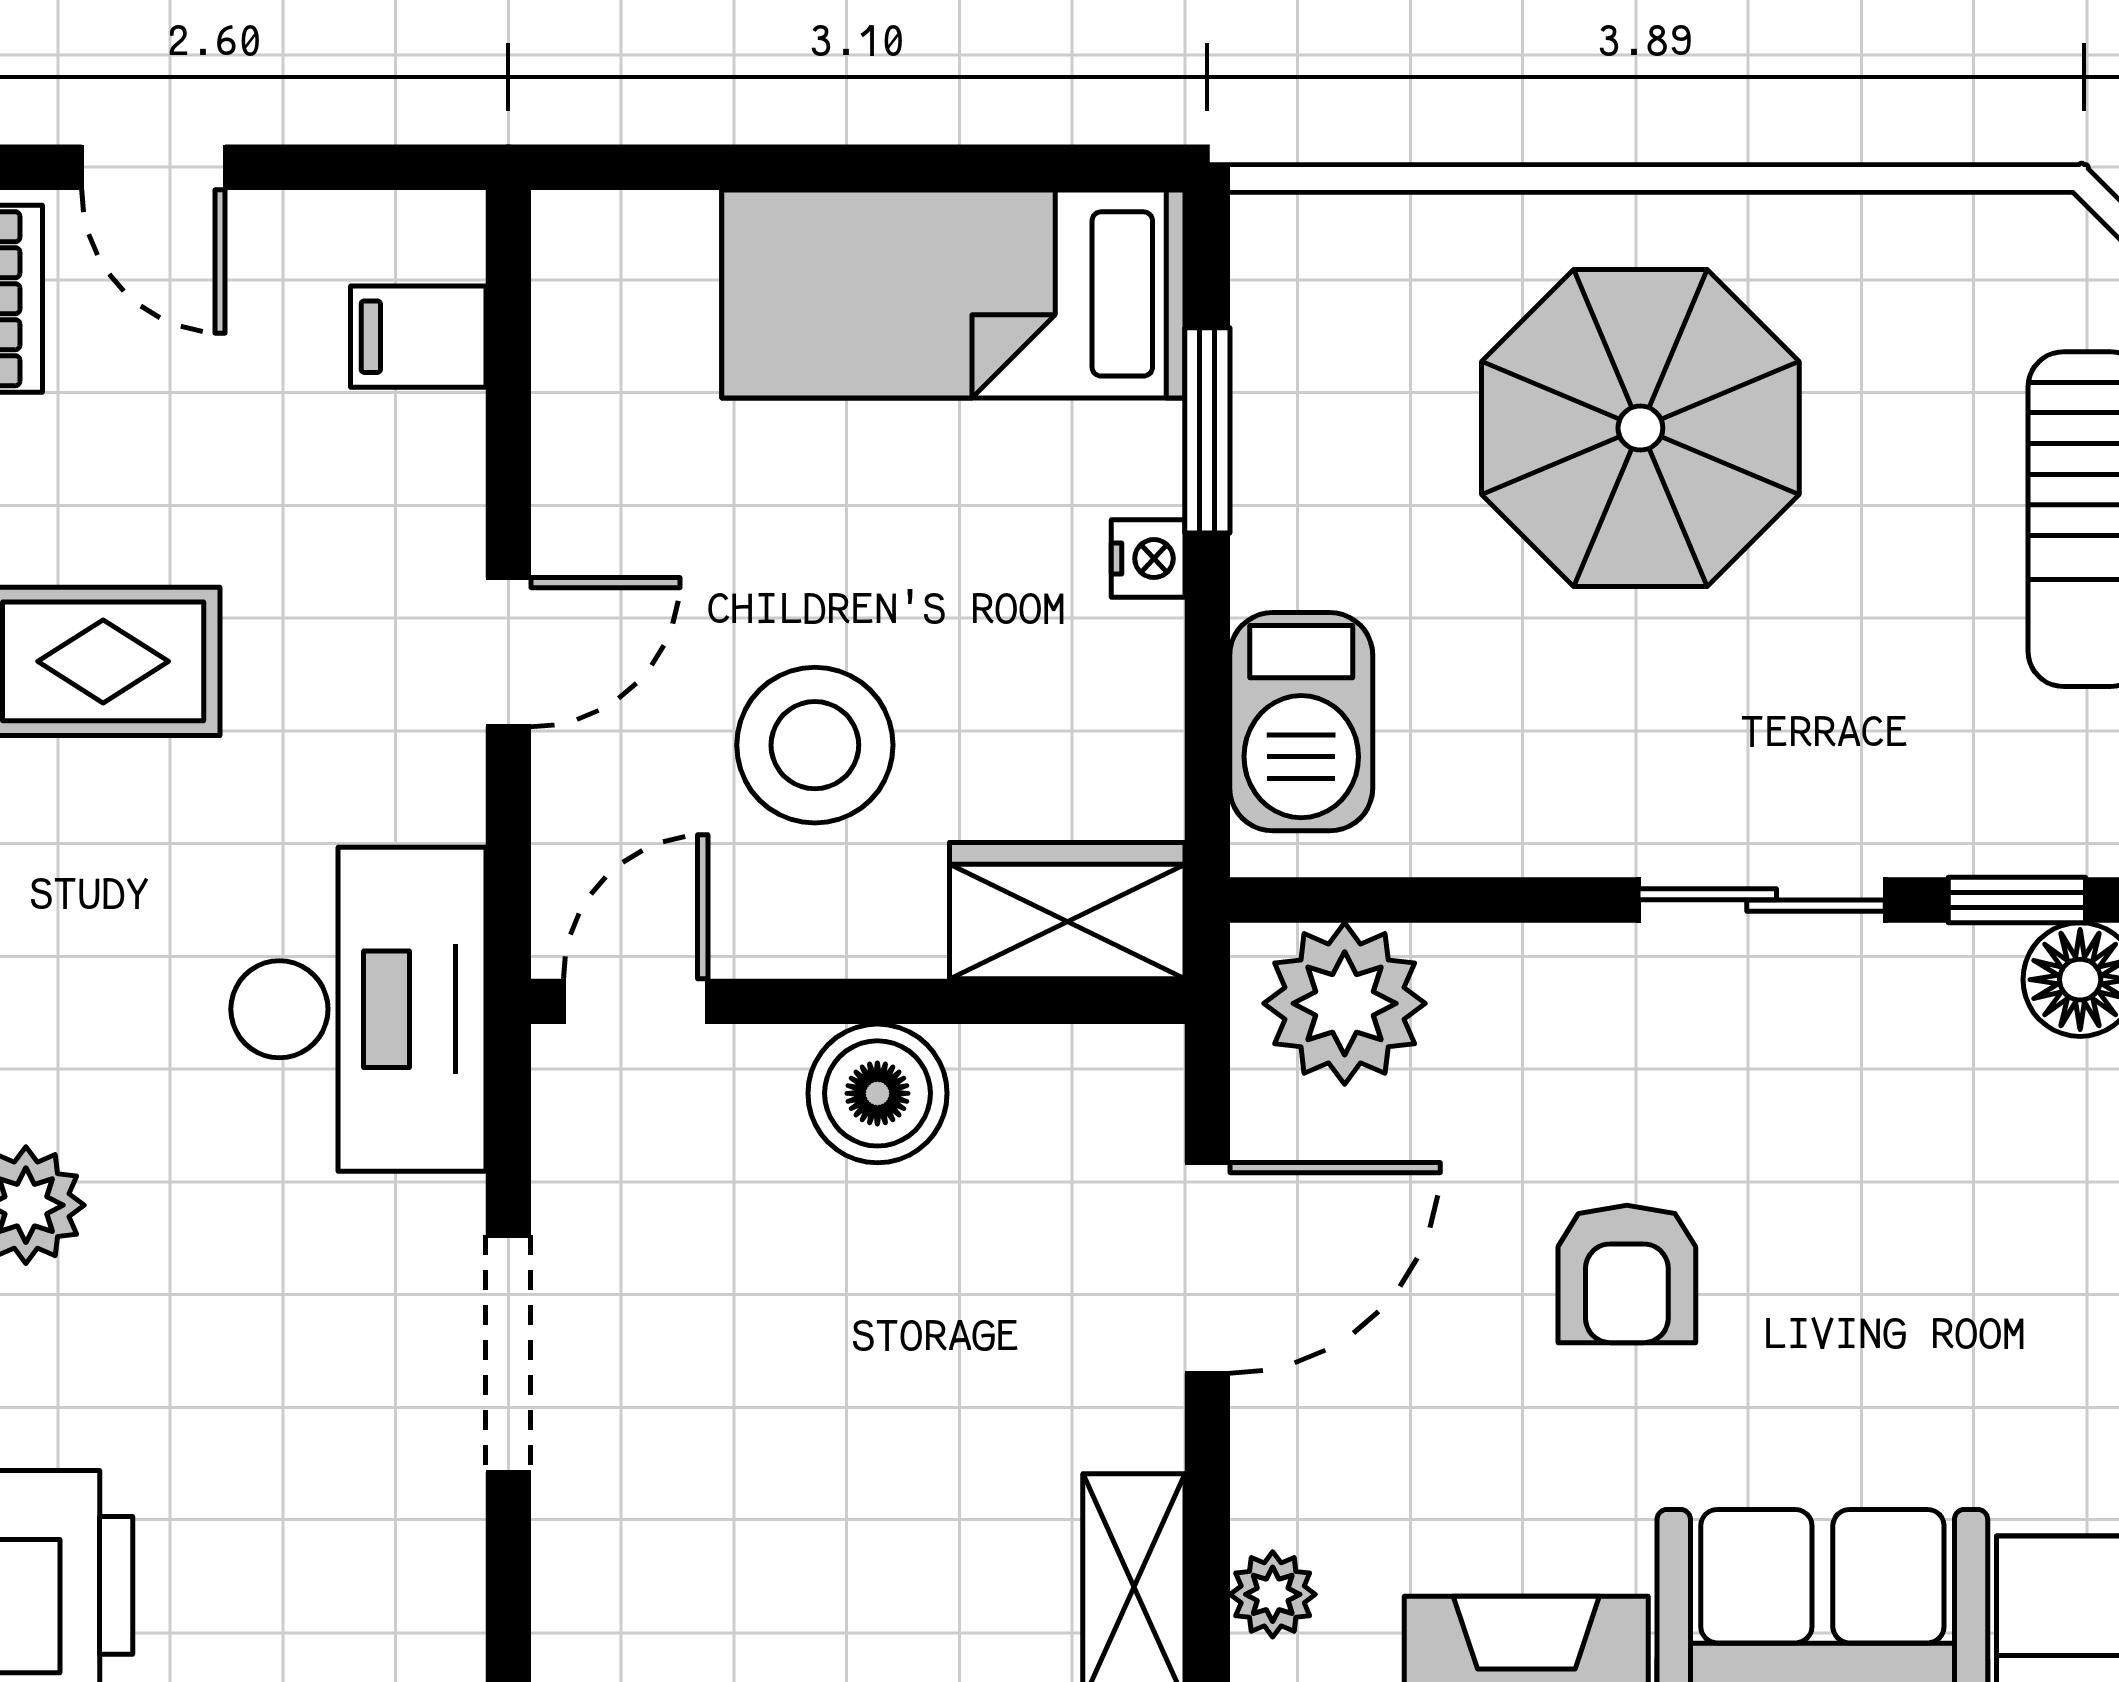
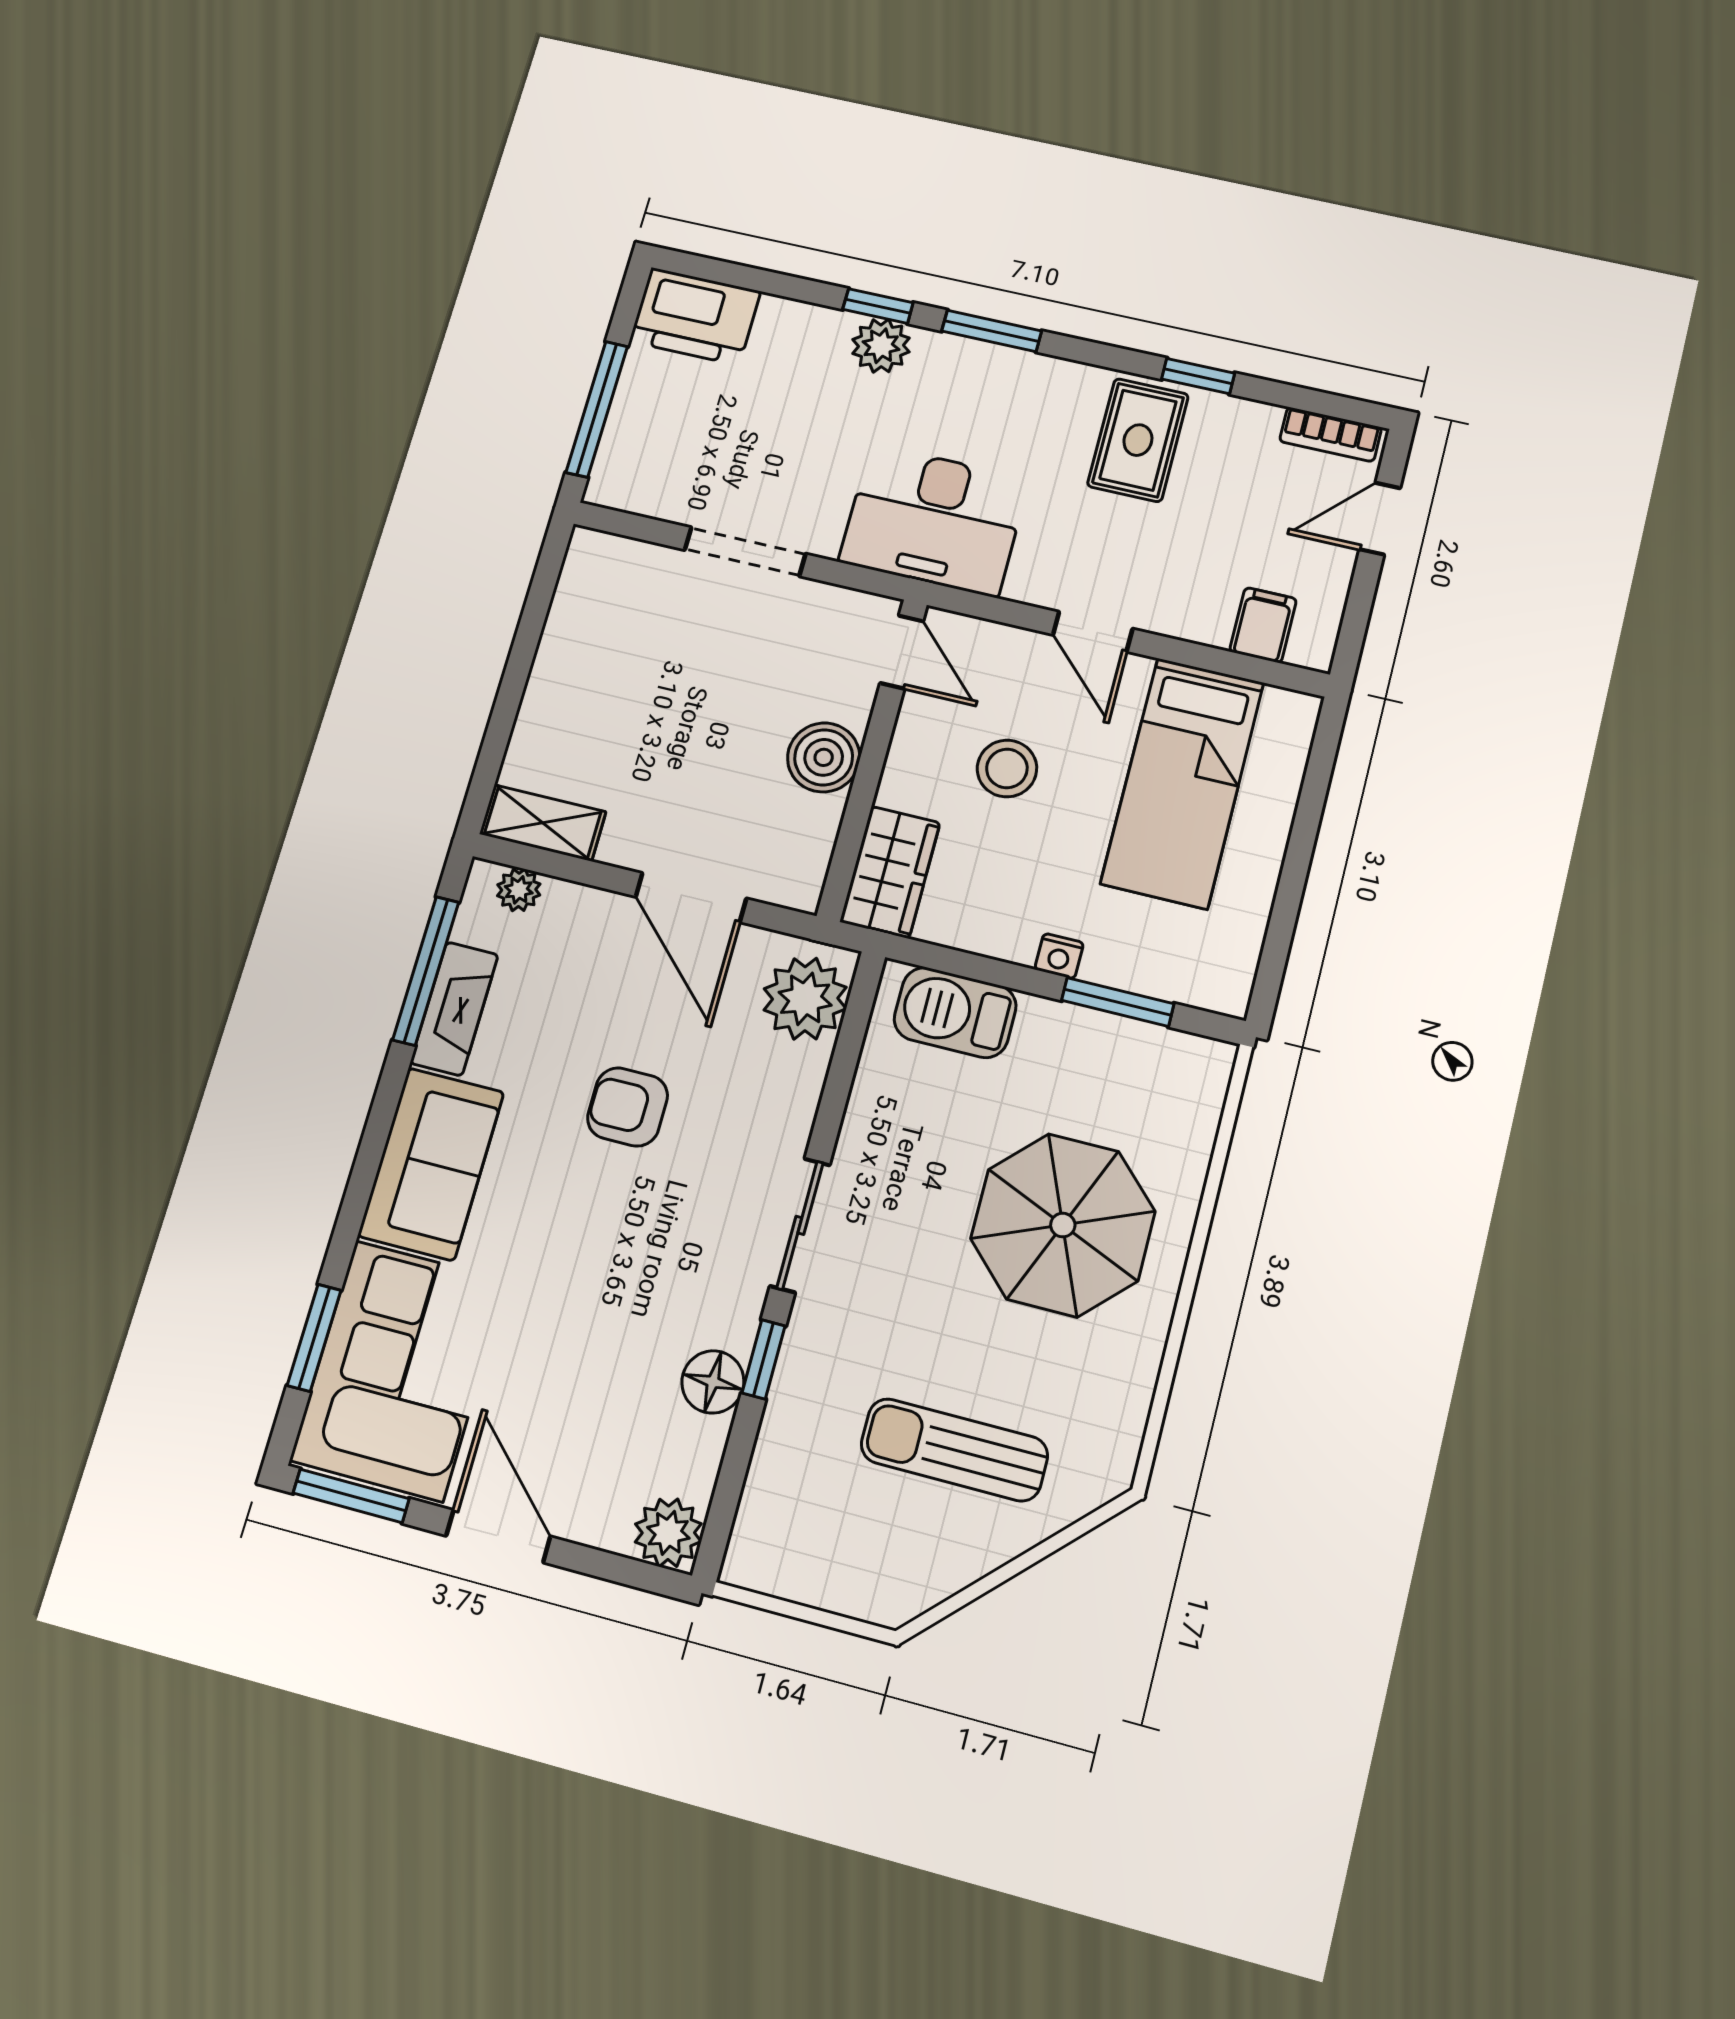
bed: (953, 294) -> (1182, 783), moved, turned 180
stool: (815, 745) -> (1007, 768), width x0.73, depth x0.73

